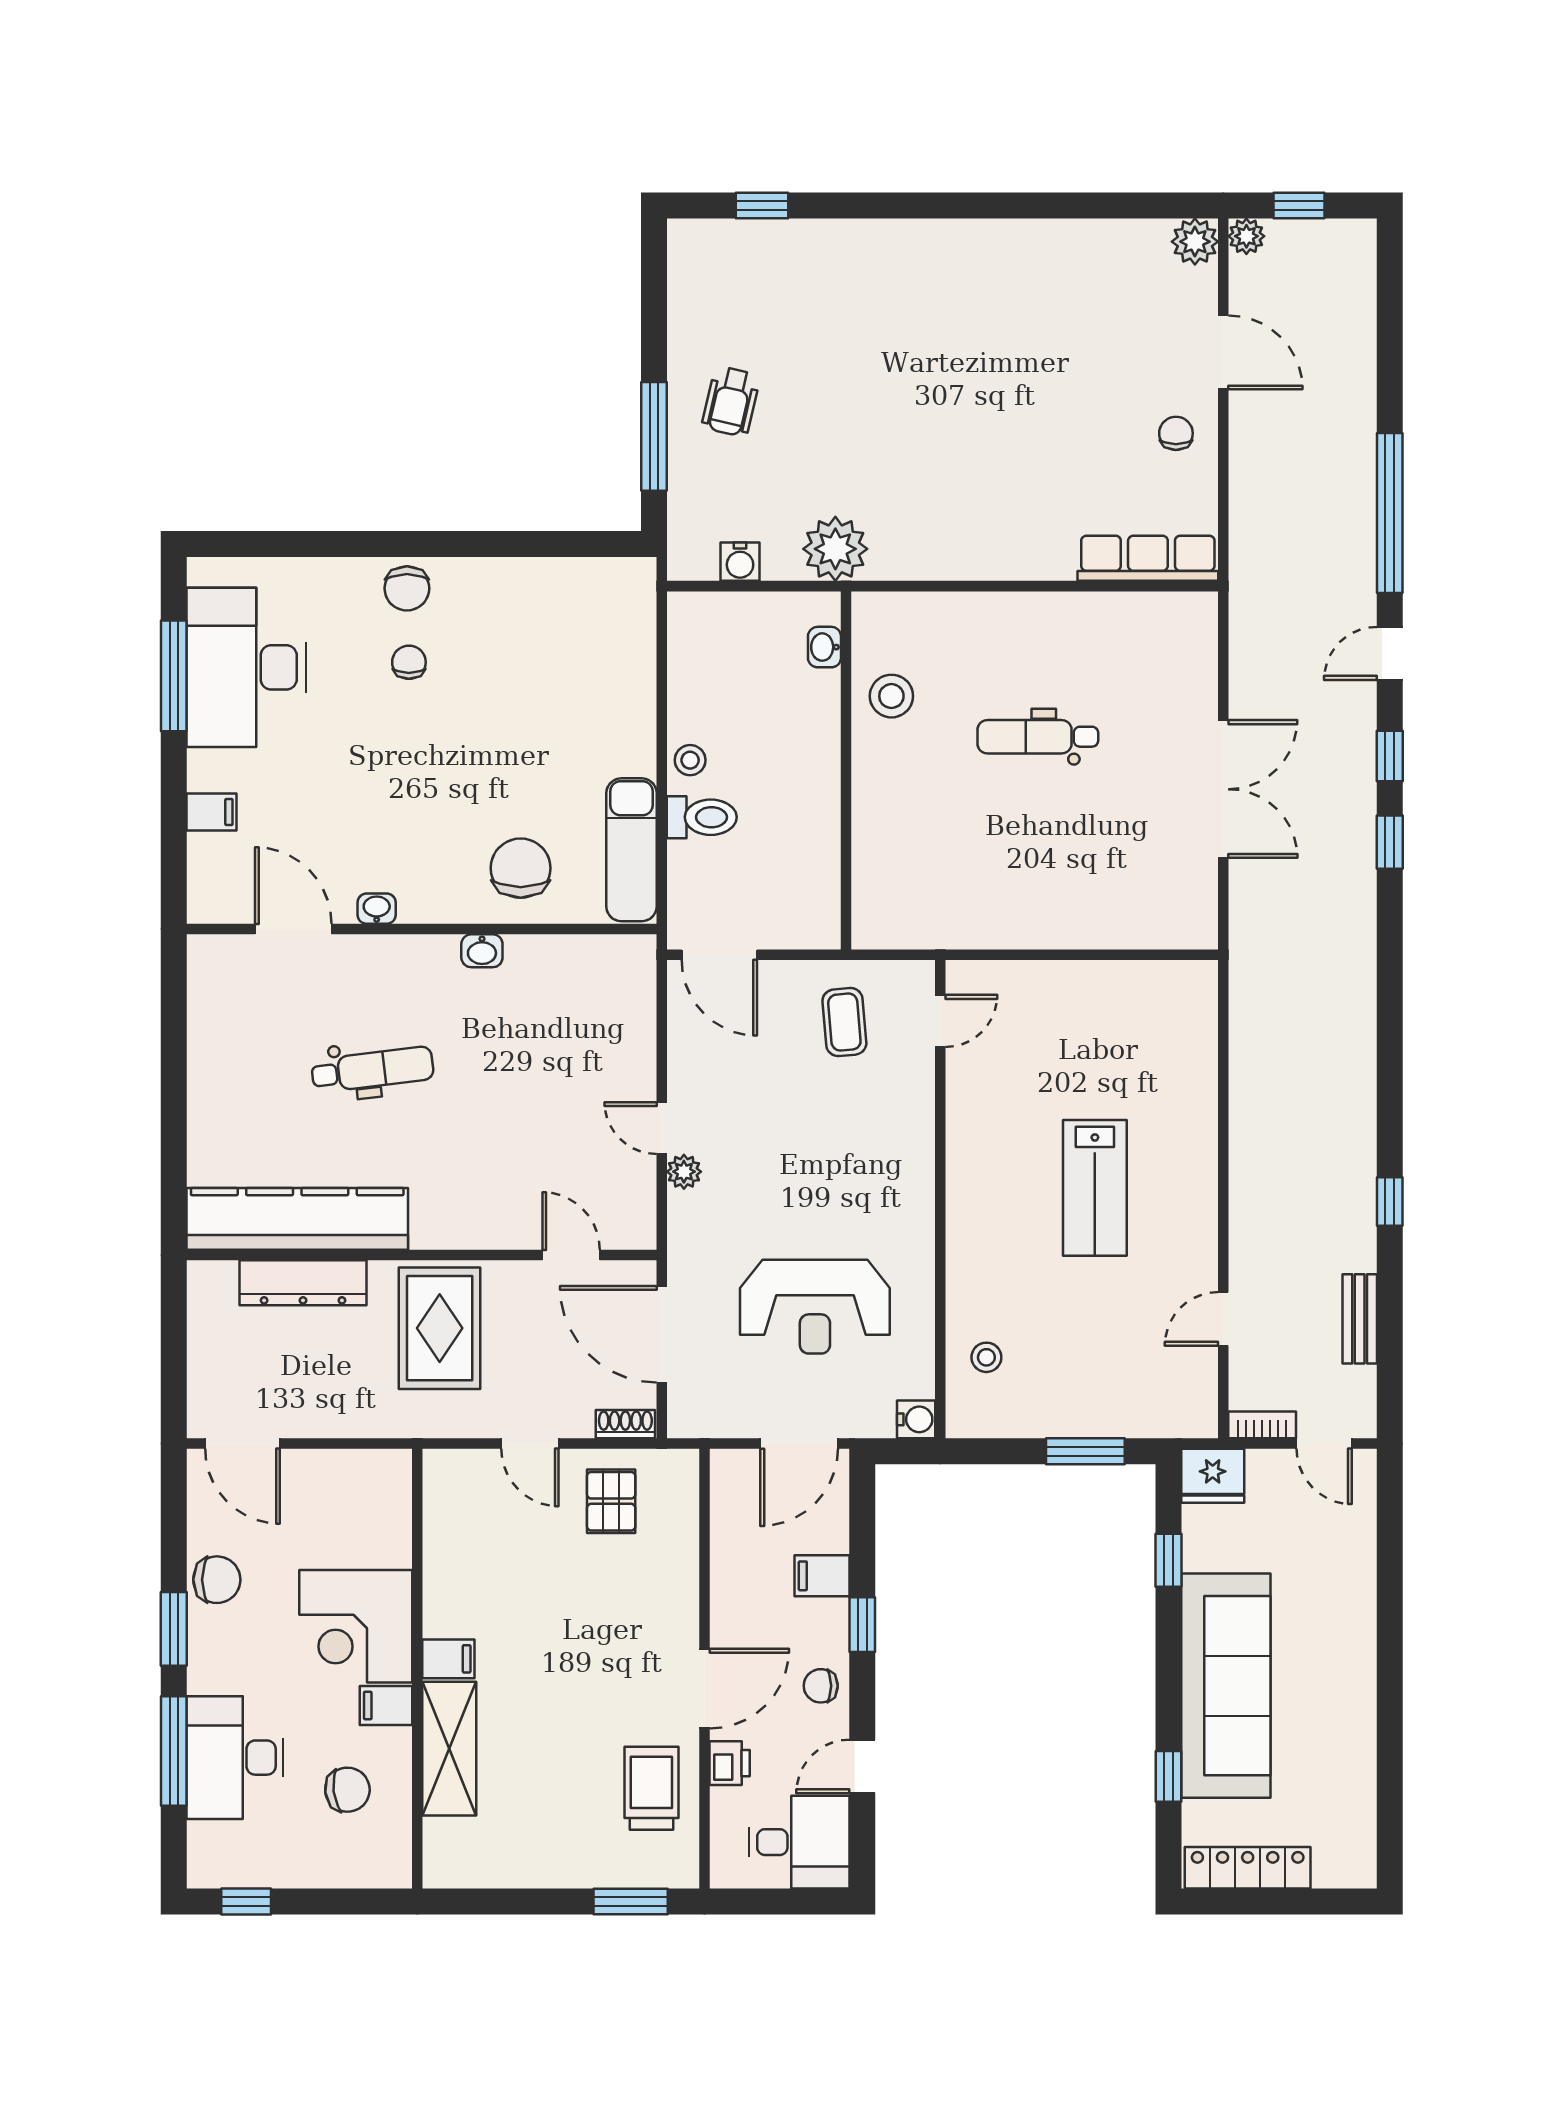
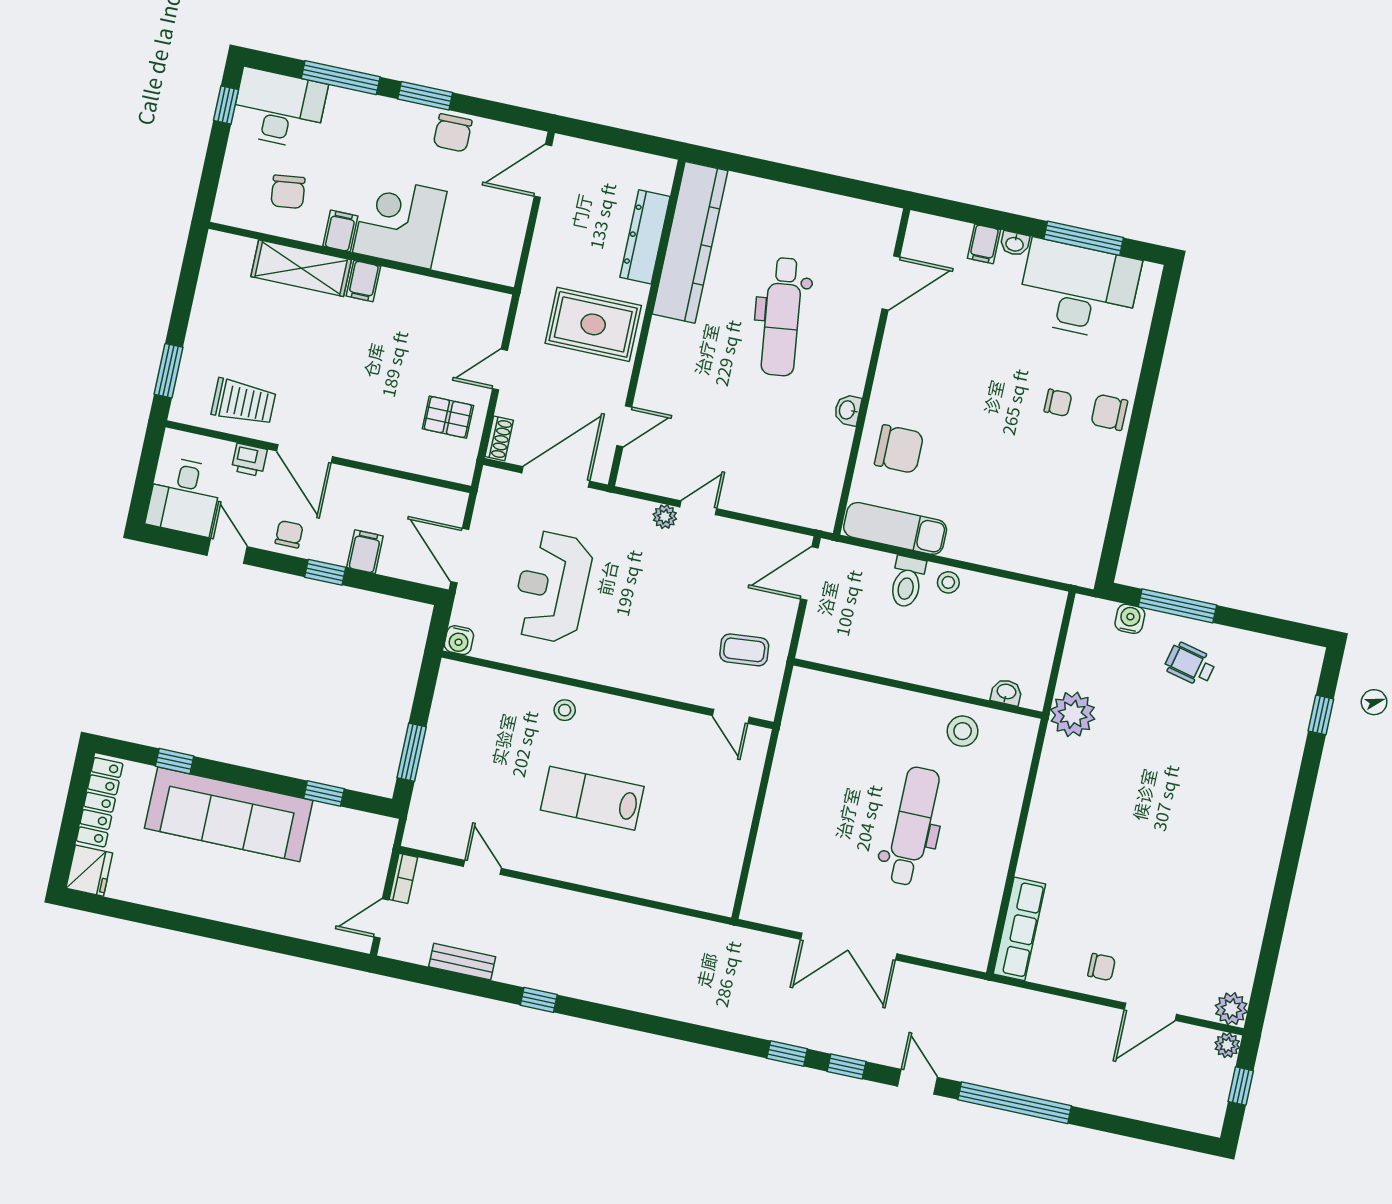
water cooler: (740, 562) -> (1130, 619), moved, turned 90
dental chair: (1038, 737) -> (913, 826), width x1.36, depth x1.38
washbasin: (377, 909) -> (1015, 244), moved, turned 90
dental chair: (373, 1069) -> (782, 317), width x1.36, depth x1.38
stool: (986, 1357) -> (565, 710), moved
fridge: (1213, 1476) -> (89, 871), moved, turned 180
desk: (235, 1758) -> (279, 108), moved

